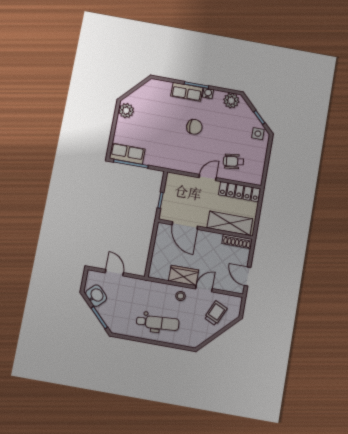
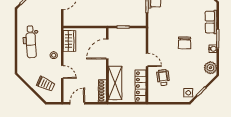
row of seats: (187, 92) -> (211, 22), moved
wardrobe: (184, 275) -> (69, 41), moved

